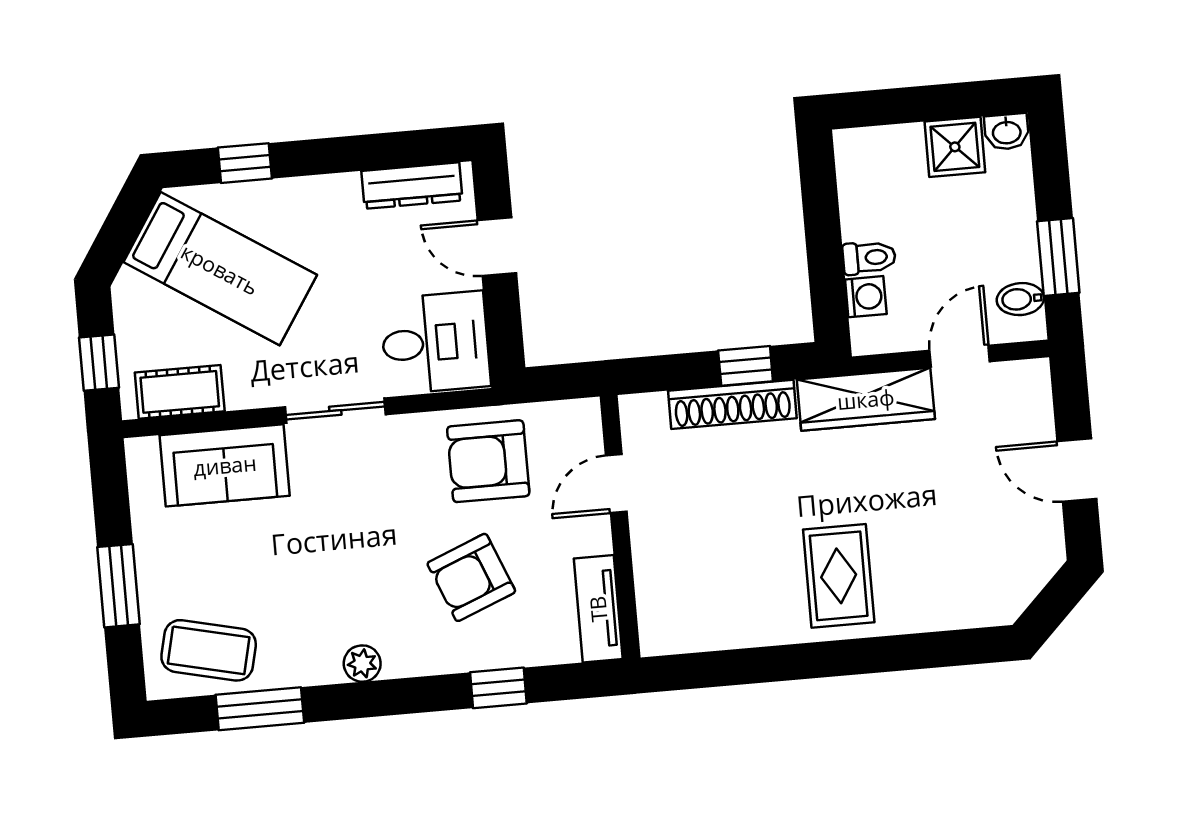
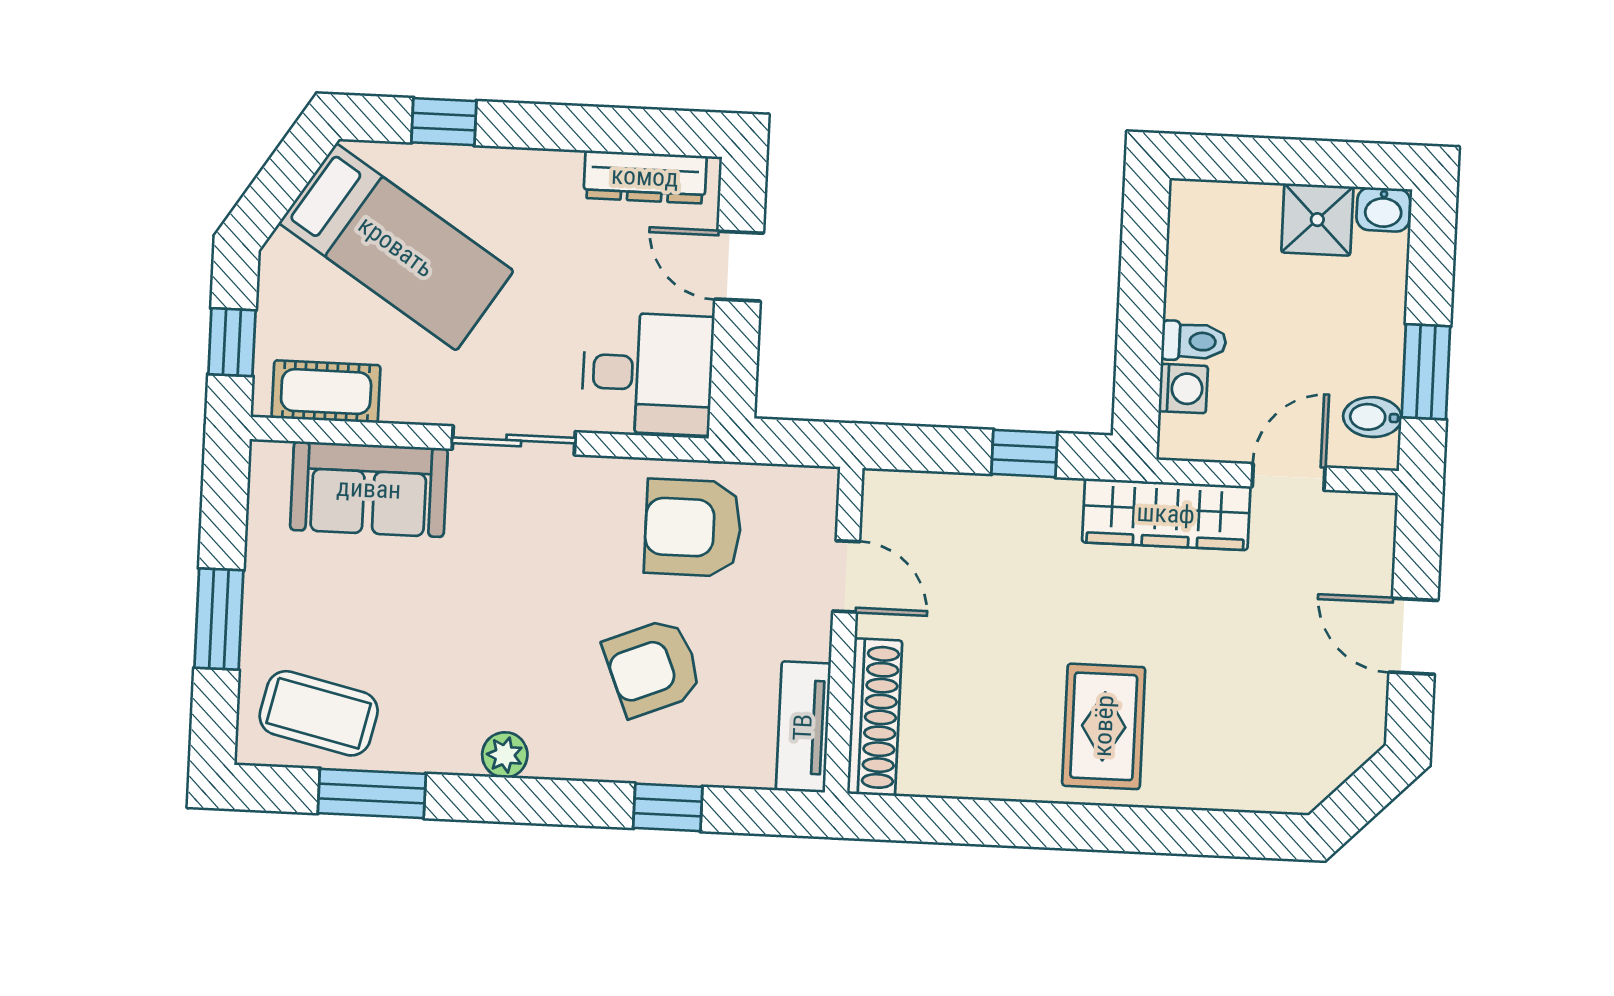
shoe rack: (732, 404) -> (875, 717), moved, turned -90
door: (616, 484) -> (846, 576), swing flipped

